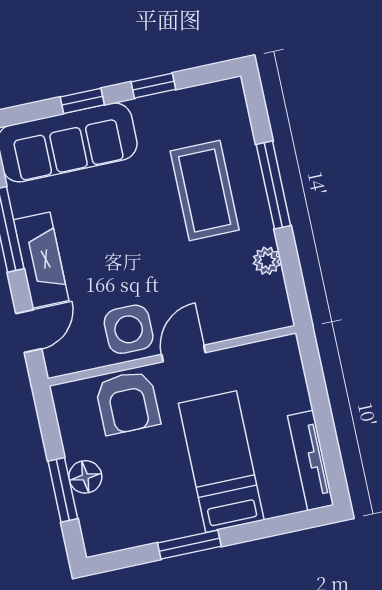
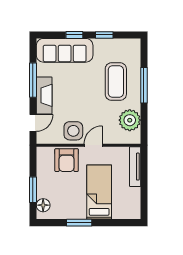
plant: (267, 261) -> (130, 120), width x1.88, depth x1.88
tv unit: (310, 460) -> (135, 167), moved
floor lamp: (85, 477) -> (43, 205), moved

